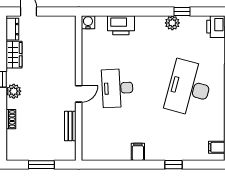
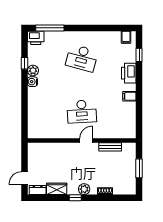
water cooler: (88, 22) -> (32, 82), moved
printer: (121, 25) -> (129, 73), moved, turned 180
desk: (189, 88) -> (82, 58), width x0.73, depth x0.77
door: (79, 94) -> (86, 141), hinge flipped
window: (173, 165) -> (139, 55), moved

